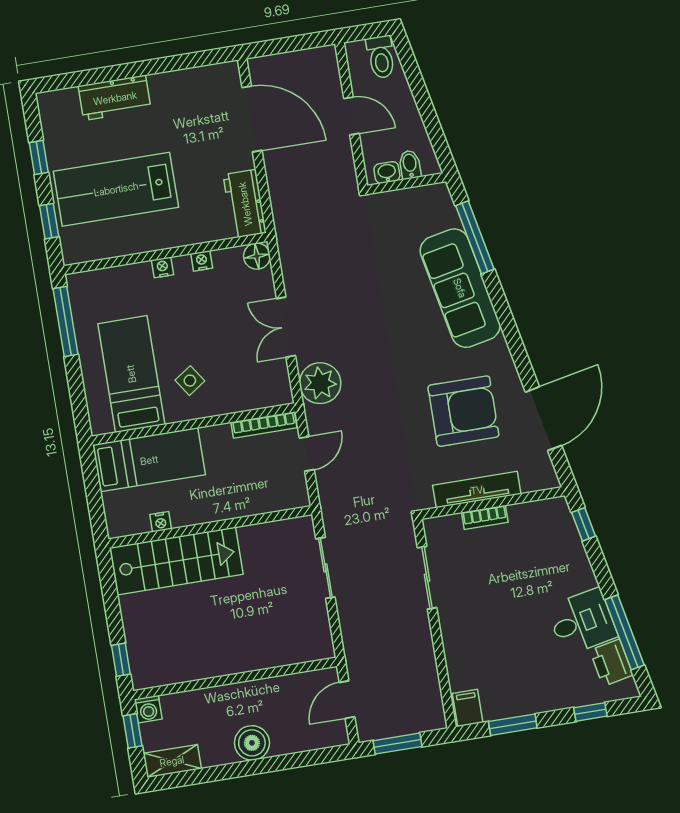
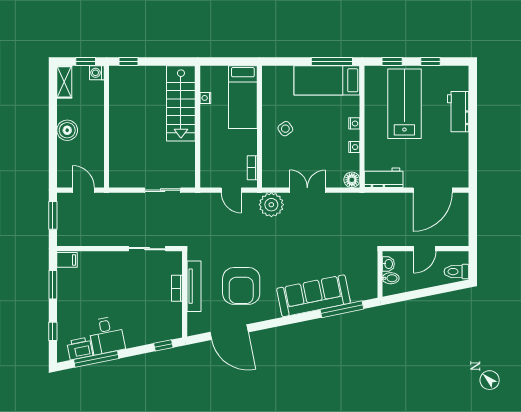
bed: (131, 374) -> (327, 80), moved, turned 180
bookcase: (264, 425) -> (252, 168), width x0.64

